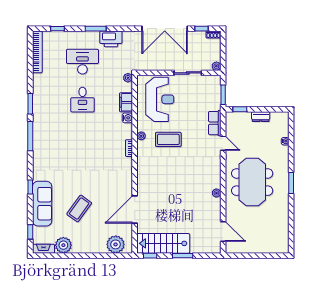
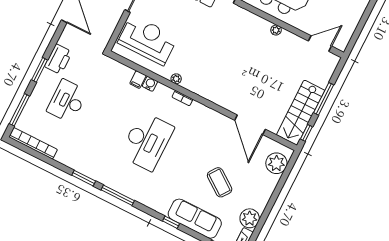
window: (57, 29) -> (19, 110), width x2.17
plant: (128, 78) -> (108, 62), removed
desk: (82, 100) -> (147, 141), moved, width x1.87, depth x1.30
filing cabinet: (126, 102) -> (138, 80), width x0.50
coffee table: (168, 139) -> (194, 52), removed
window: (183, 256) -> (324, 99), width x1.44

